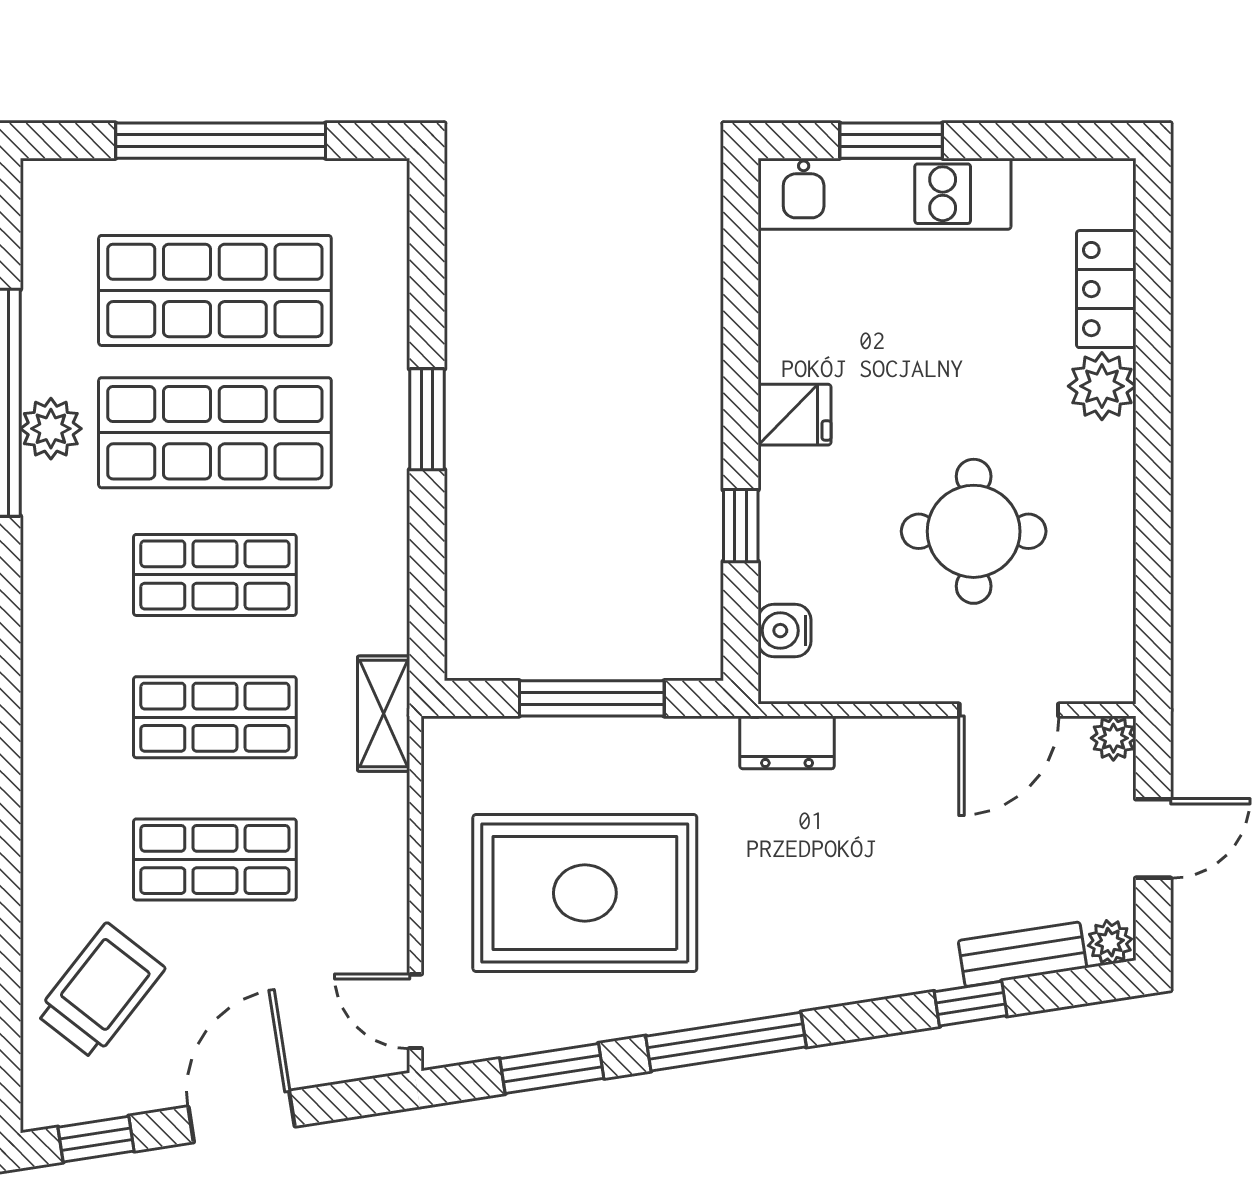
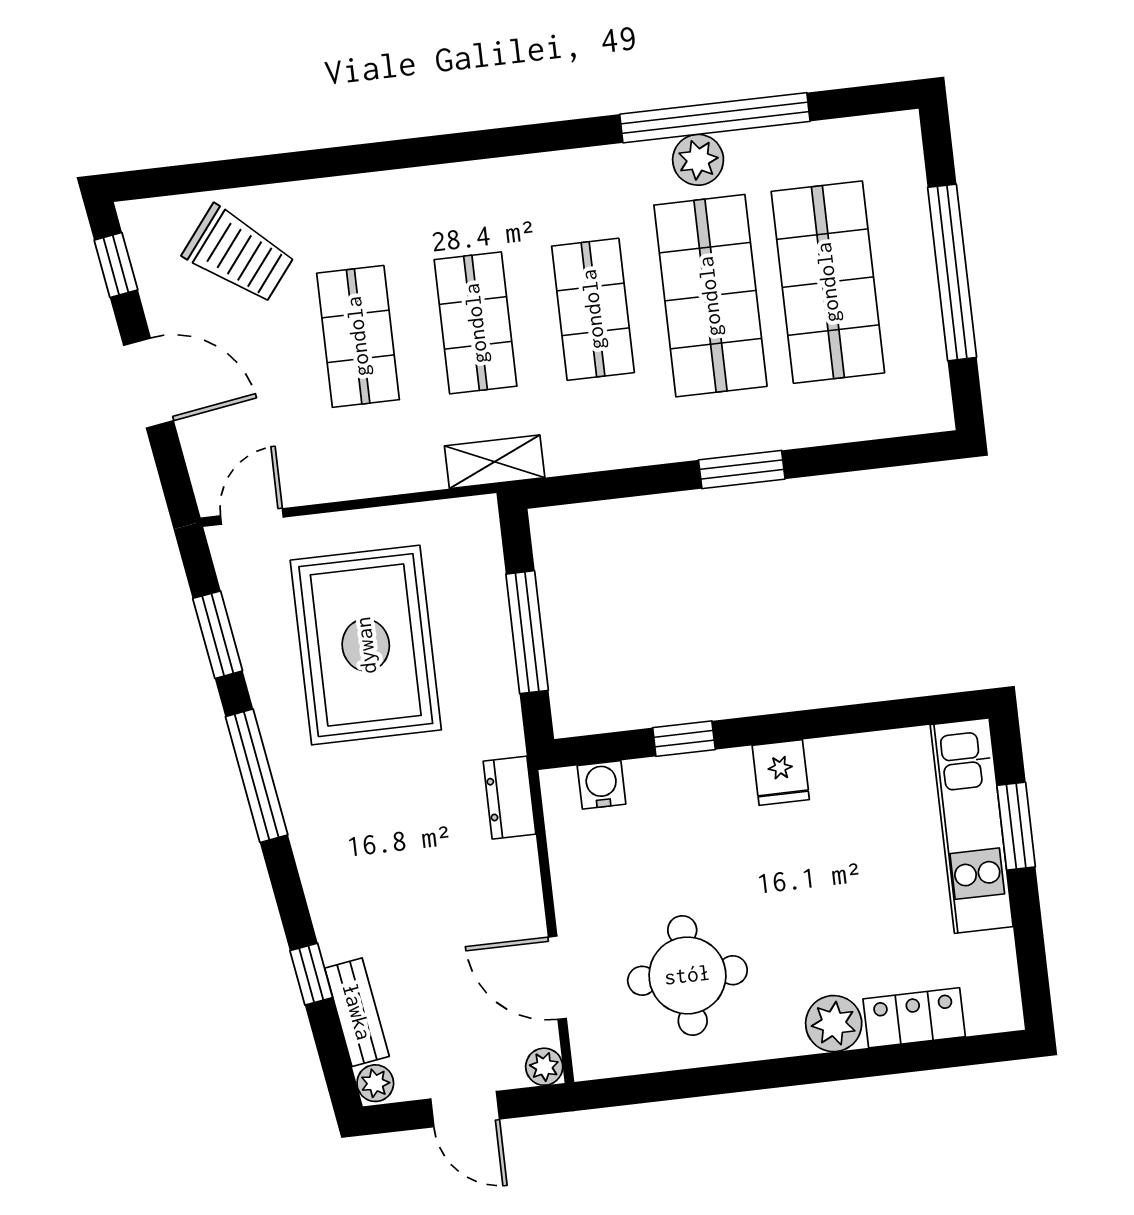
round table: (974, 531) -> (687, 975), moved

